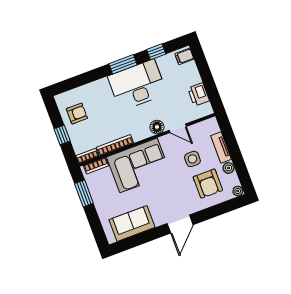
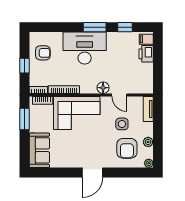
desk: (137, 85) -> (85, 48), moved
printer: (199, 94) -> (146, 54), moved
tv unit: (221, 148) -> (148, 109), moved
sofa: (132, 224) -> (39, 150), moved, turned 90

